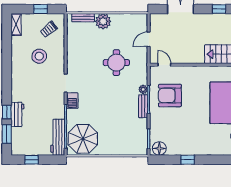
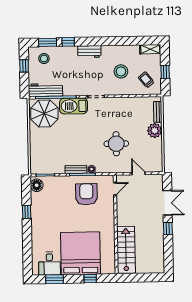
window: (219, 9) -> (168, 228), moved
barbecue: (72, 101) -> (74, 106), width x1.88, depth x1.53
workbench: (17, 114) -> (89, 52), moved
stool: (24, 138) -> (44, 59), added

